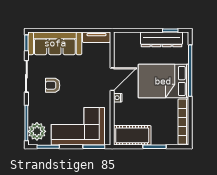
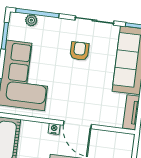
plant: (37, 131) -> (31, 20), width x0.53, depth x0.53

